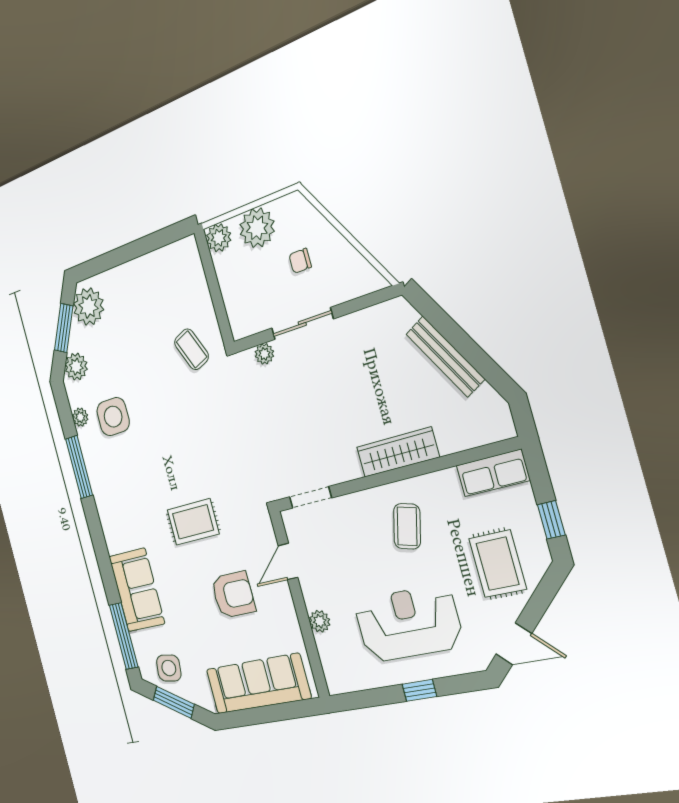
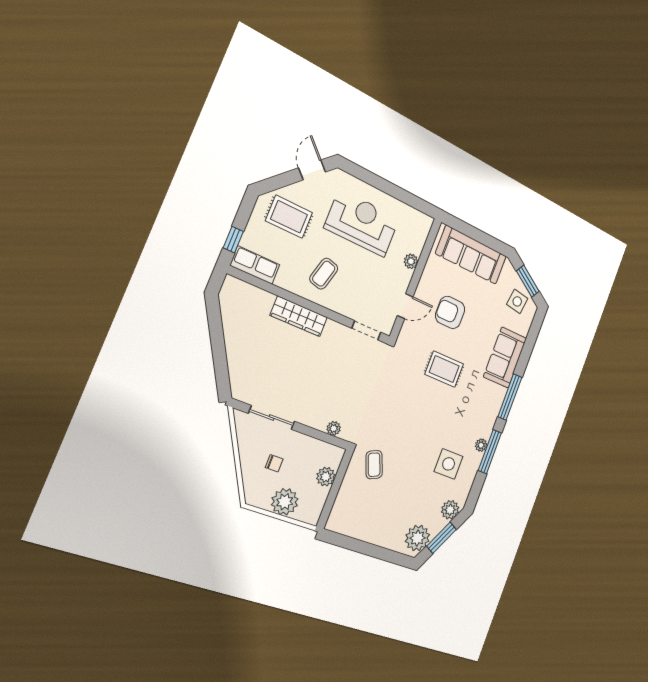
plant: (219, 238) -> (326, 477), moved
sliding door: (302, 324) -> (272, 417), moved
bench: (445, 356) -> (233, 346), removed
plant: (80, 417) -> (481, 445), moved
window: (551, 520) -> (233, 240), moved
rug: (498, 564) -> (289, 217), turned 90
reception desk: (408, 623) -> (362, 223), turned 180
window: (124, 636) -> (510, 397), moved
door: (514, 644) -> (312, 170), hinge flipped
window: (419, 690) -> (382, 185), removed

